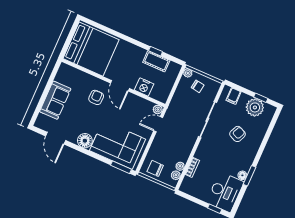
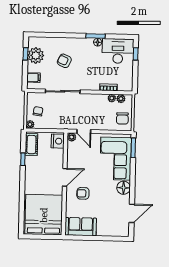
cot: (156, 61) -> (31, 145), moved
nightstand: (144, 87) -> (58, 141), moved
sofa: (55, 100) -> (81, 227), moved

